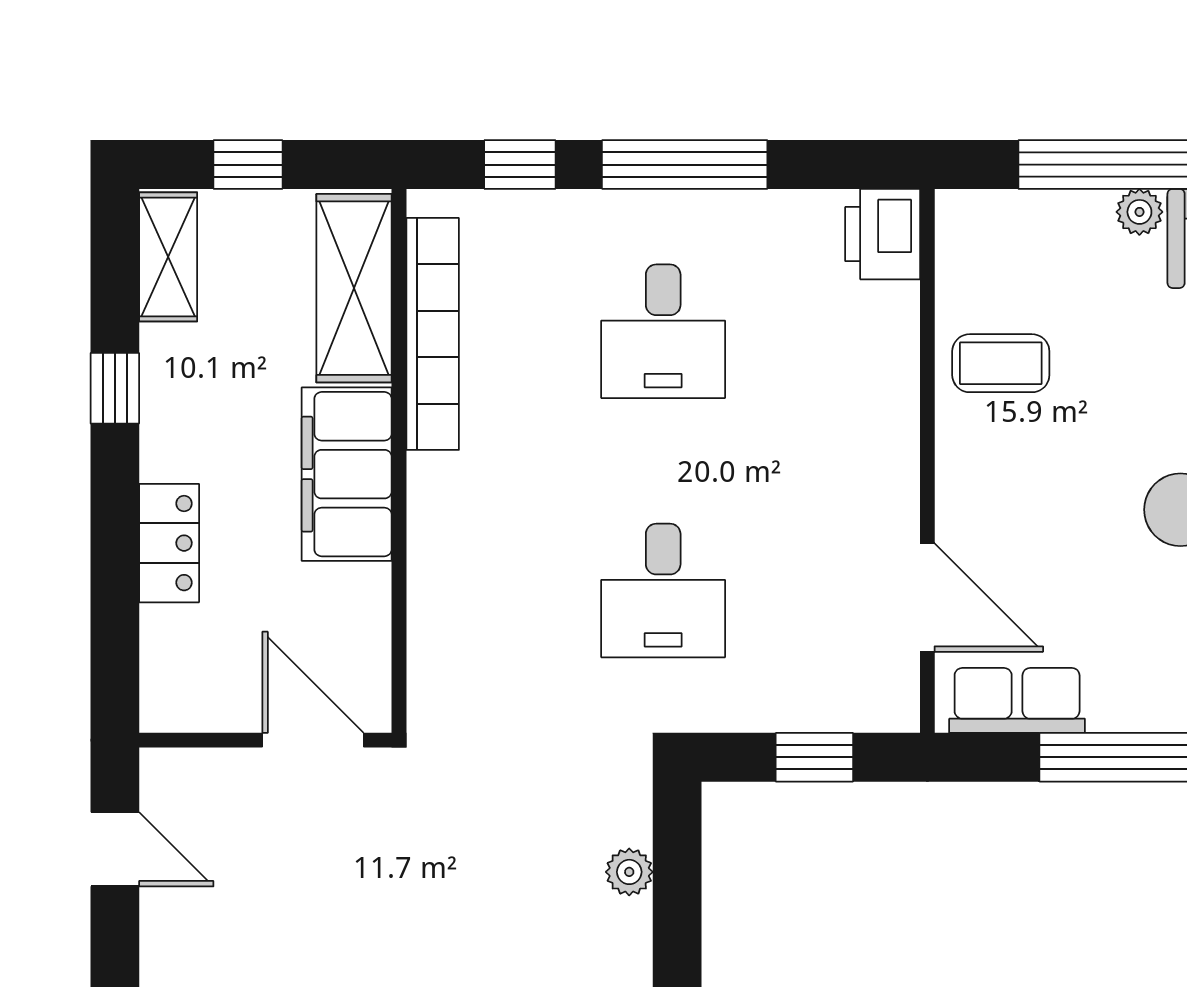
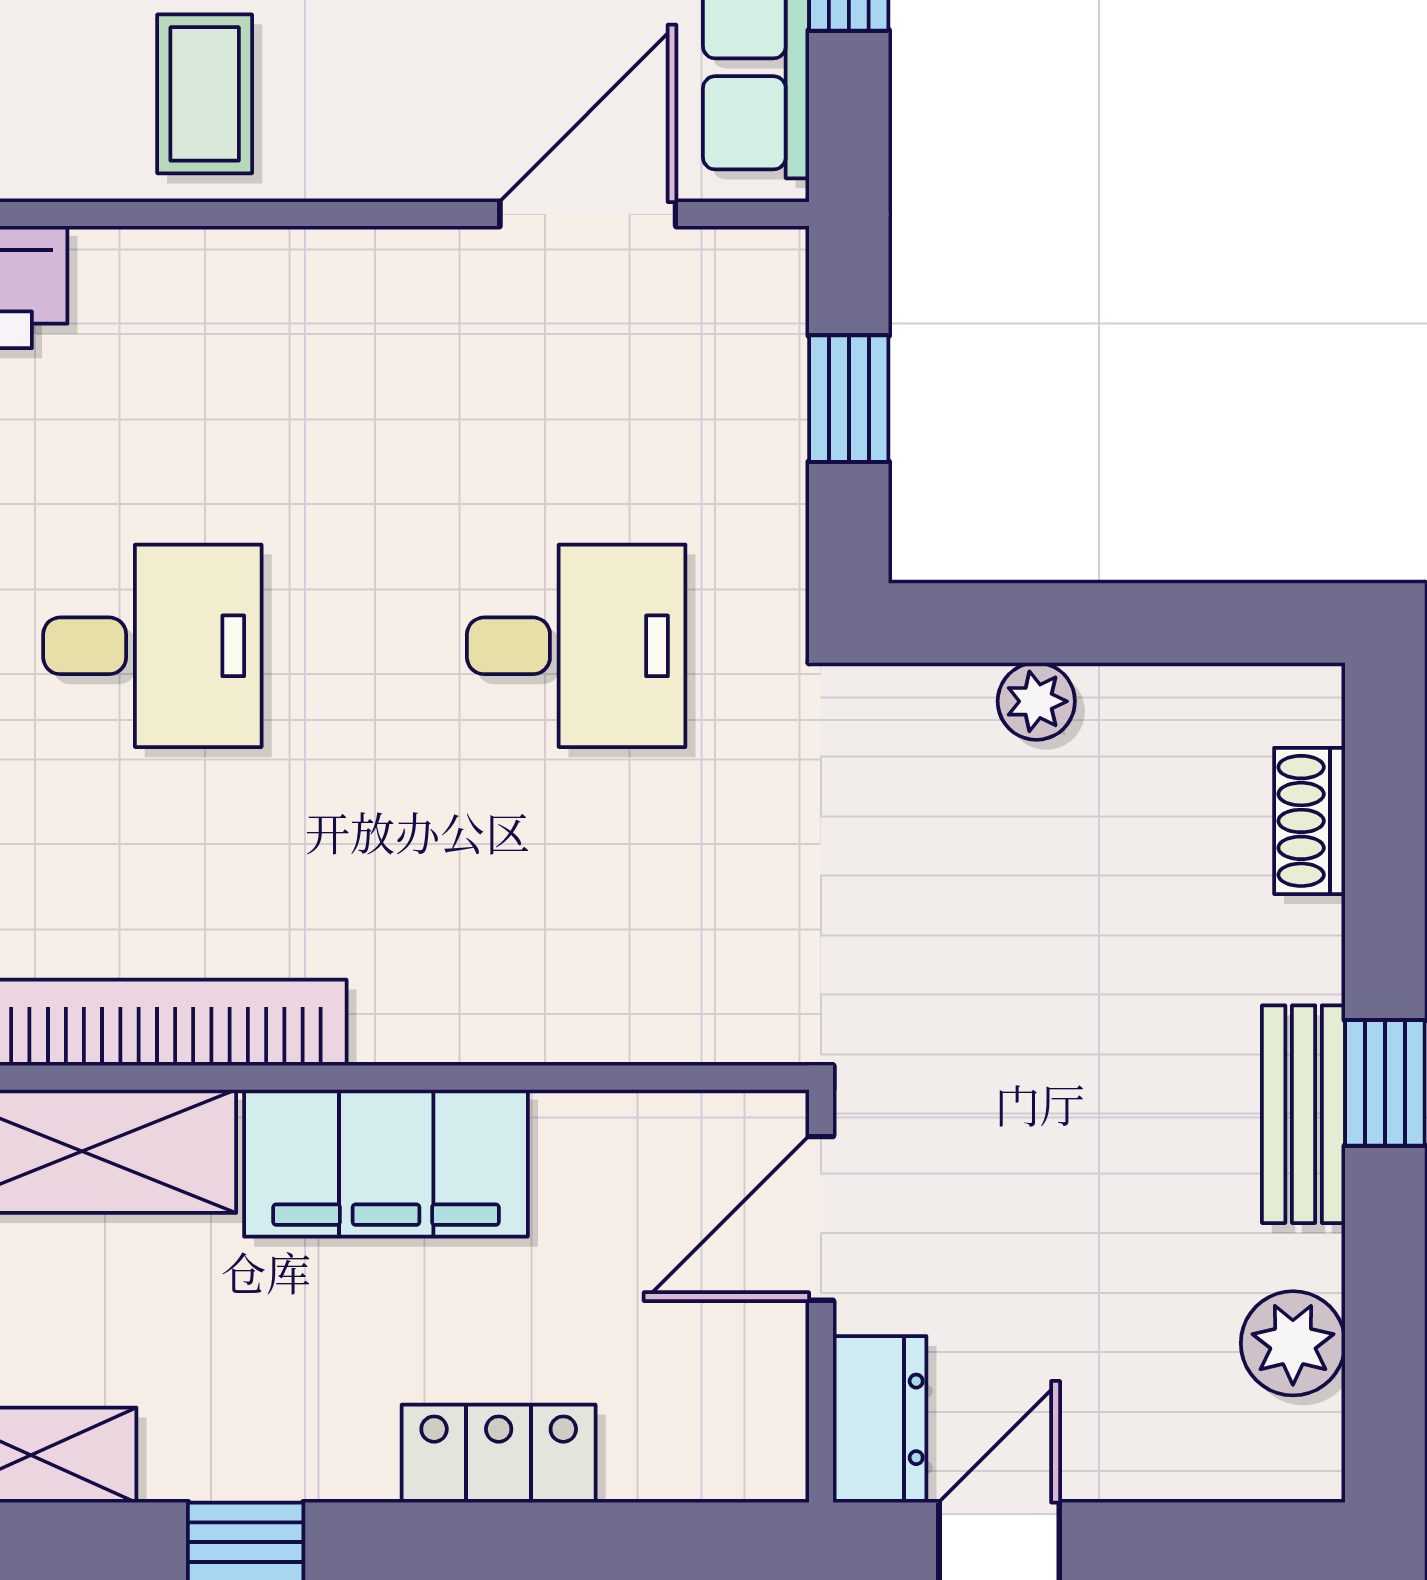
dresser: (190, 776) -> (880, 1419), added

